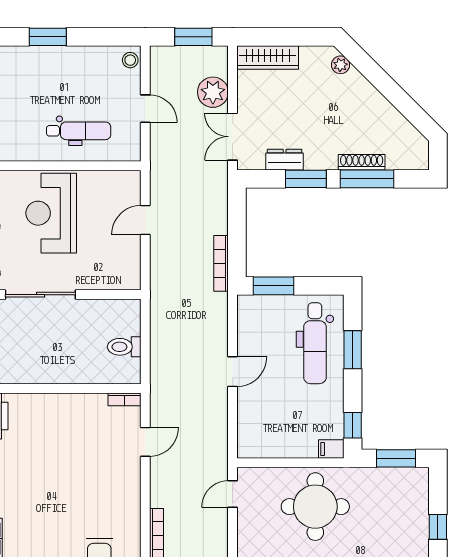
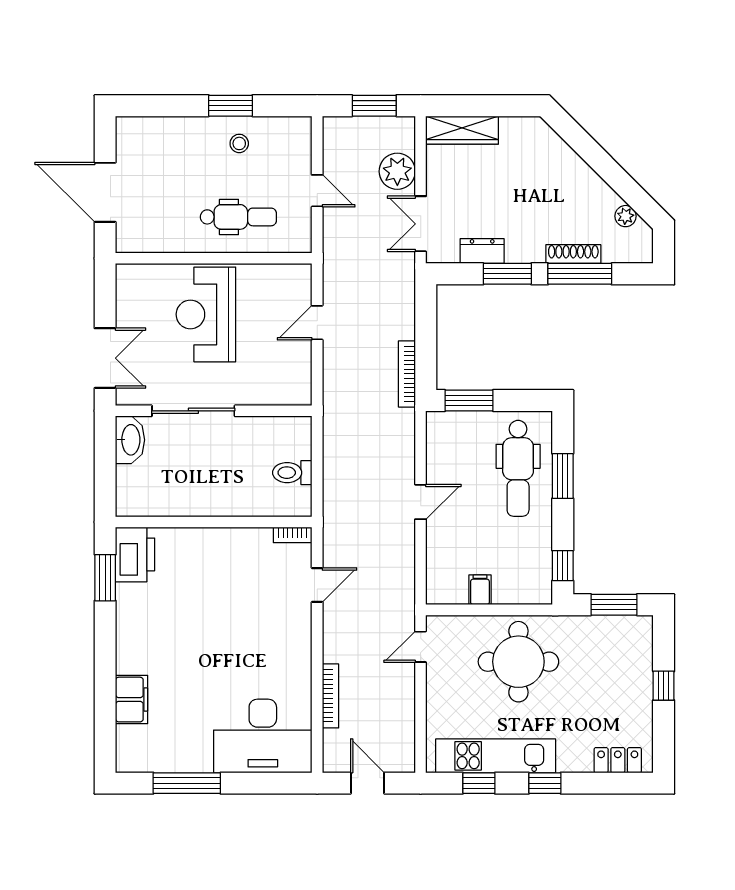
window: (48, 37) -> (230, 106), moved
stool: (130, 60) -> (239, 143), moved
plant: (341, 65) -> (626, 216), moved
filing cabinet: (331, 449) -> (480, 590), moved, turned 90

